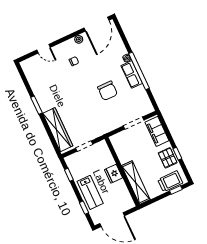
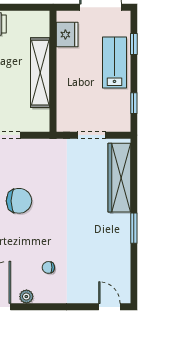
door: (44, 49) -> (109, 307), moved
chair: (108, 91) -> (19, 201), turned 90
fridge: (113, 174) -> (67, 35), moved
shelving: (136, 183) -> (40, 73), moved

